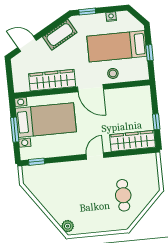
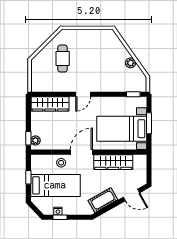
window: (87, 12) -> (60, 217), moved
door: (90, 88) -> (81, 152), hinge flipped
plant: (145, 96) -> (35, 140), added
window: (156, 122) -> (28, 138), moved
plant: (68, 226) -> (131, 63), moved

